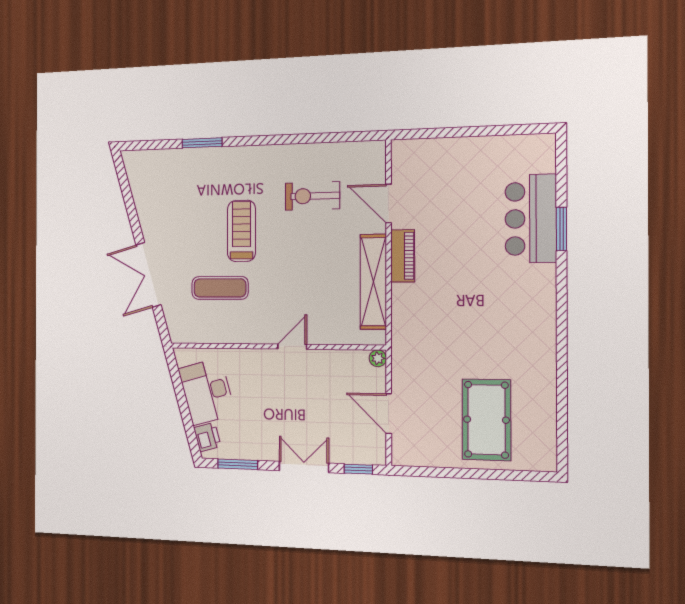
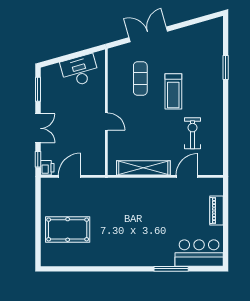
bar counter: (531, 219) -> (199, 253), moved
window: (561, 229) -> (171, 269), width x1.44
treadmill: (241, 231) -> (173, 91), turned 90
piano: (403, 256) -> (216, 210), moved, turned 90
plant: (378, 358) -> (100, 170), removed
printer: (207, 437) -> (47, 168), moved, turned -74

